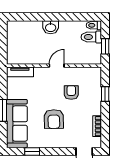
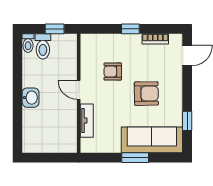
tv unit: (20, 72) -> (87, 121), moved
window: (105, 94) -> (130, 29), moved

